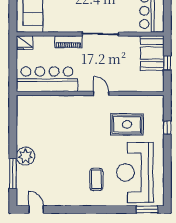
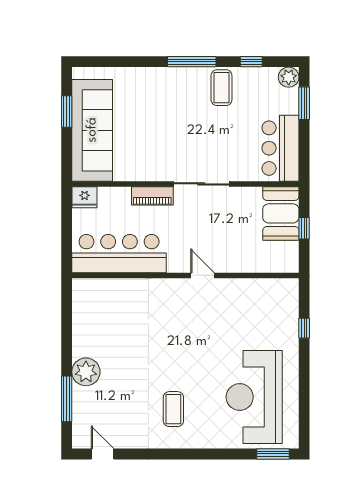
rug: (127, 124) -> (242, 323), removed
coffee table: (96, 179) -> (173, 409), moved

